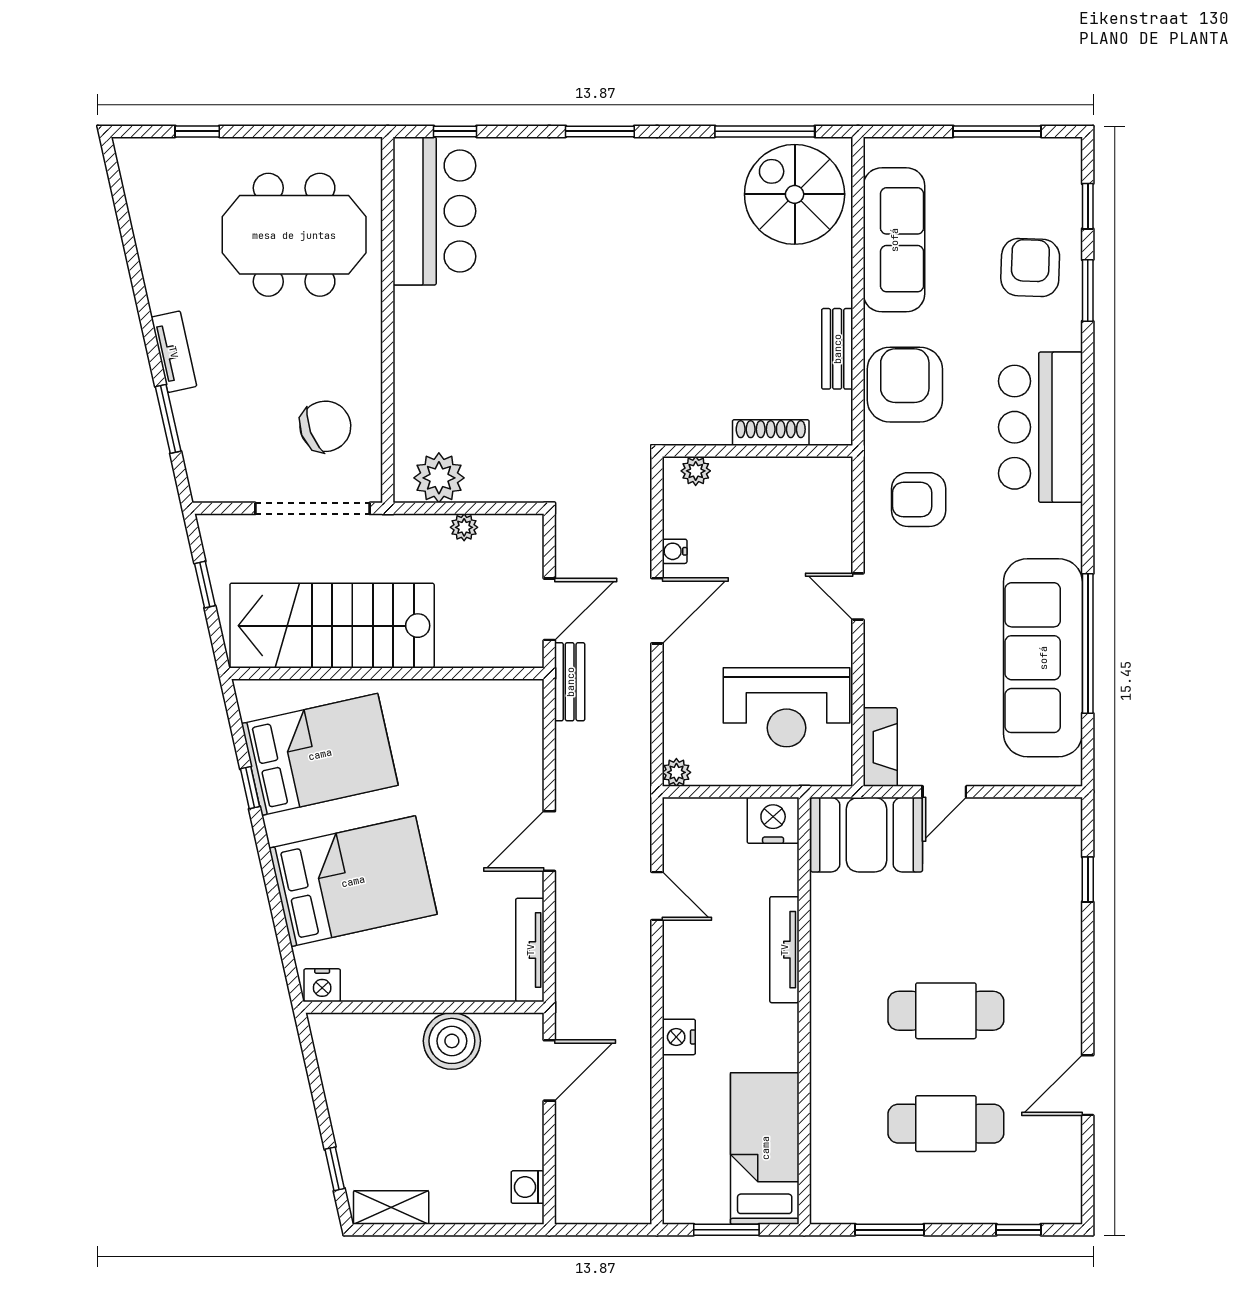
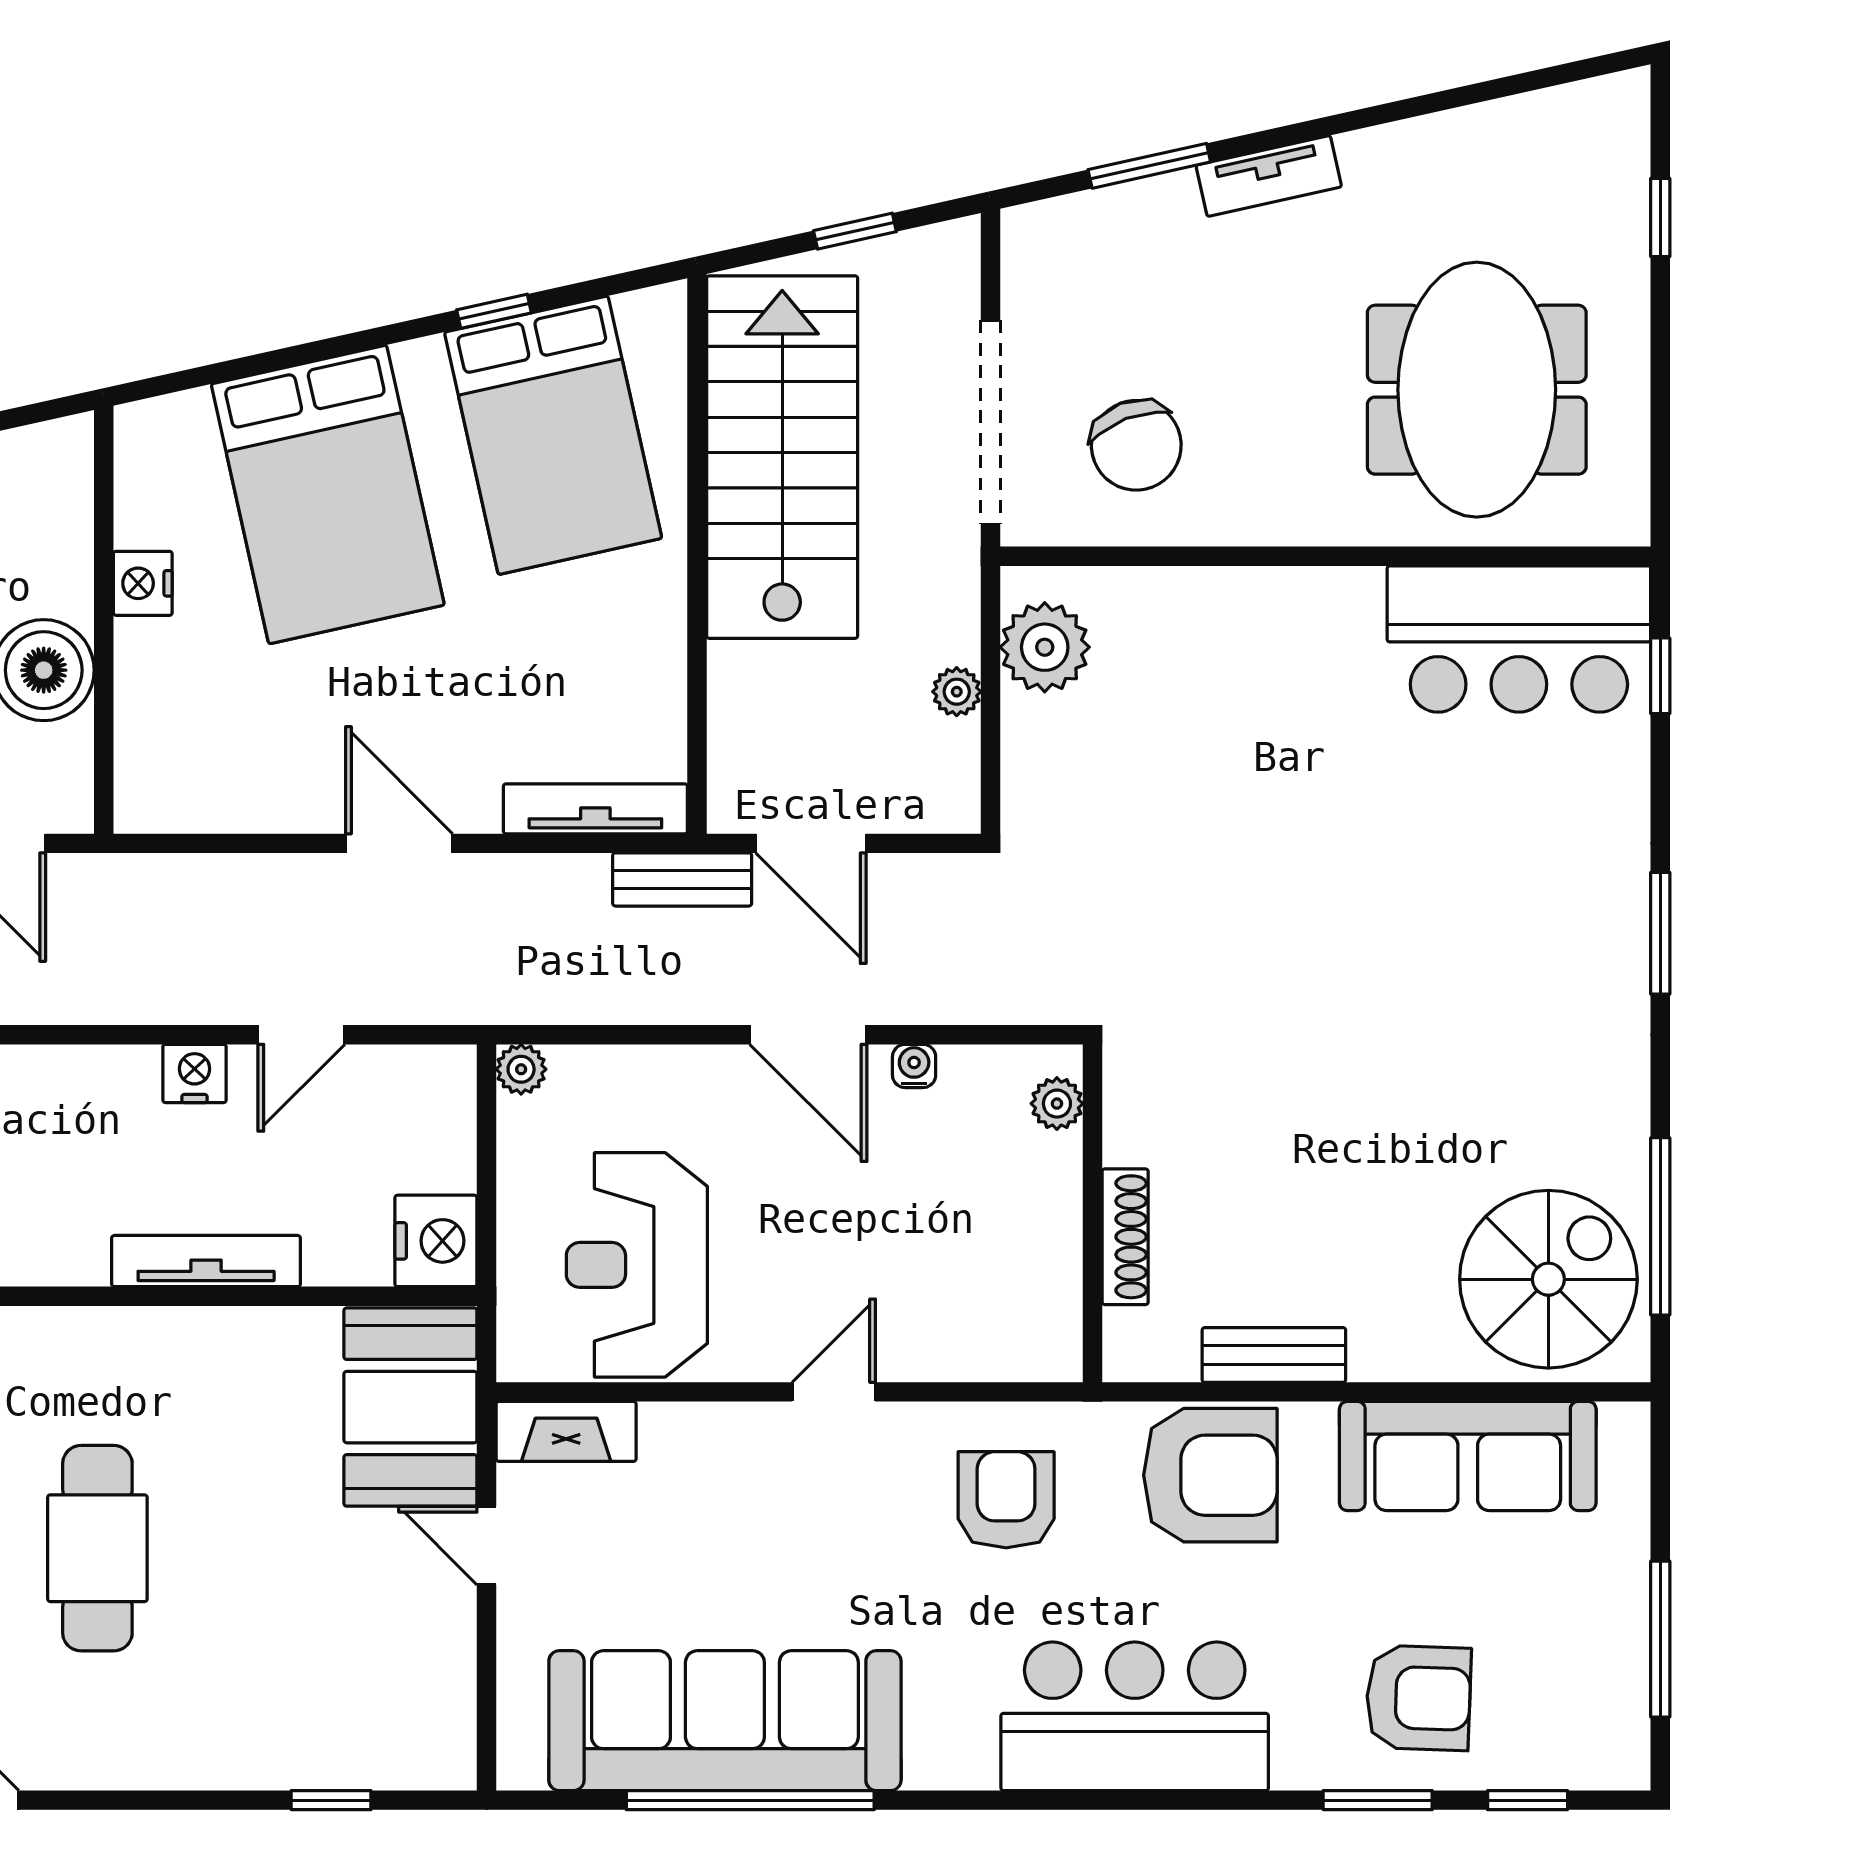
tv unit: (530, 950) -> (595, 809), moved
nightstand: (322, 985) -> (143, 583), moved
nightstand: (679, 1037) -> (195, 1073), moved

